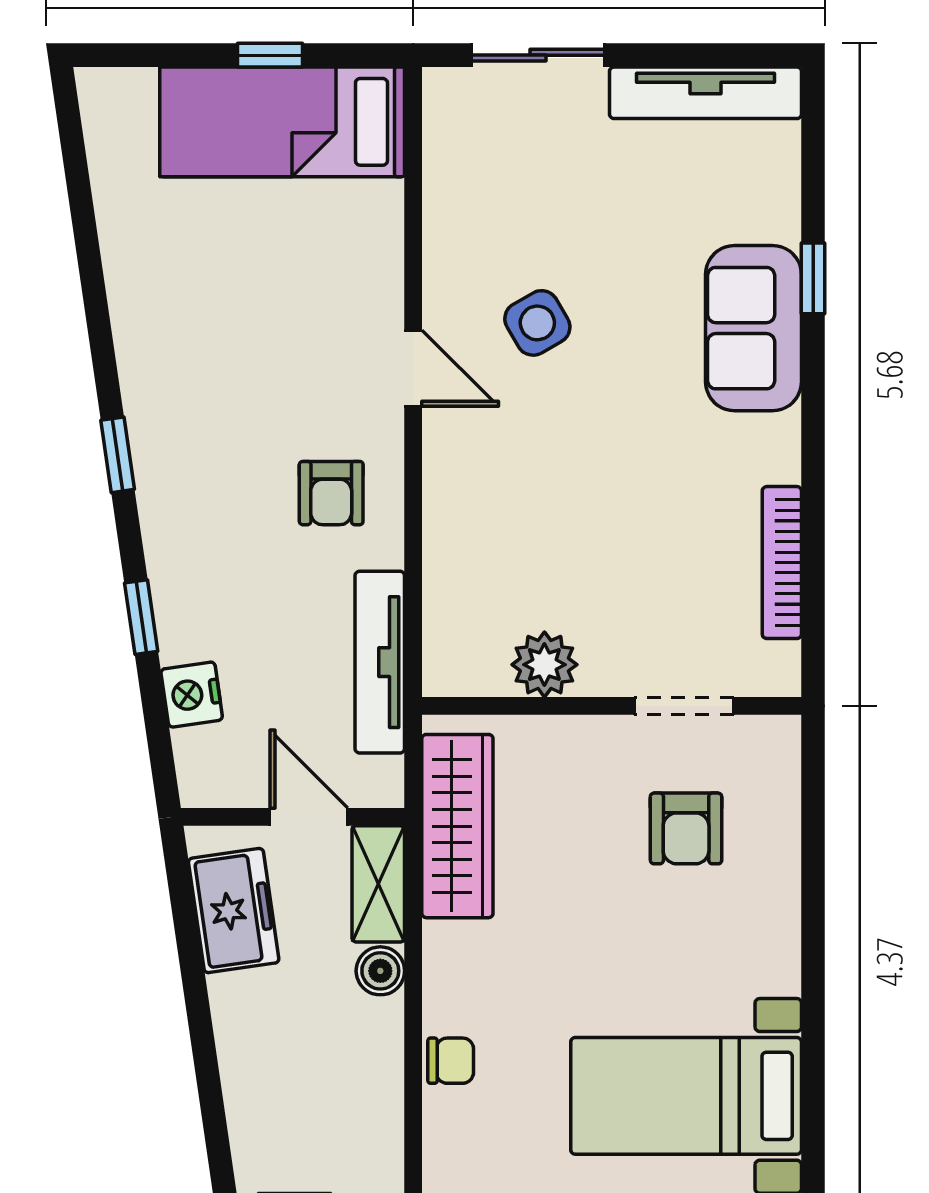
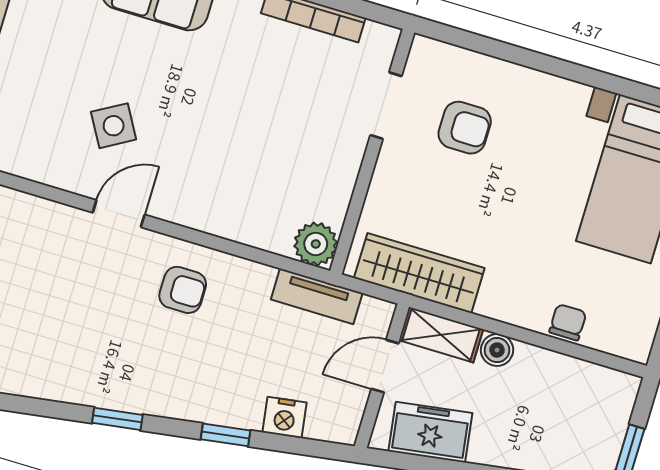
tv unit: (380, 662) -> (317, 296), width x0.71
plant: (544, 665) -> (316, 244), moved

